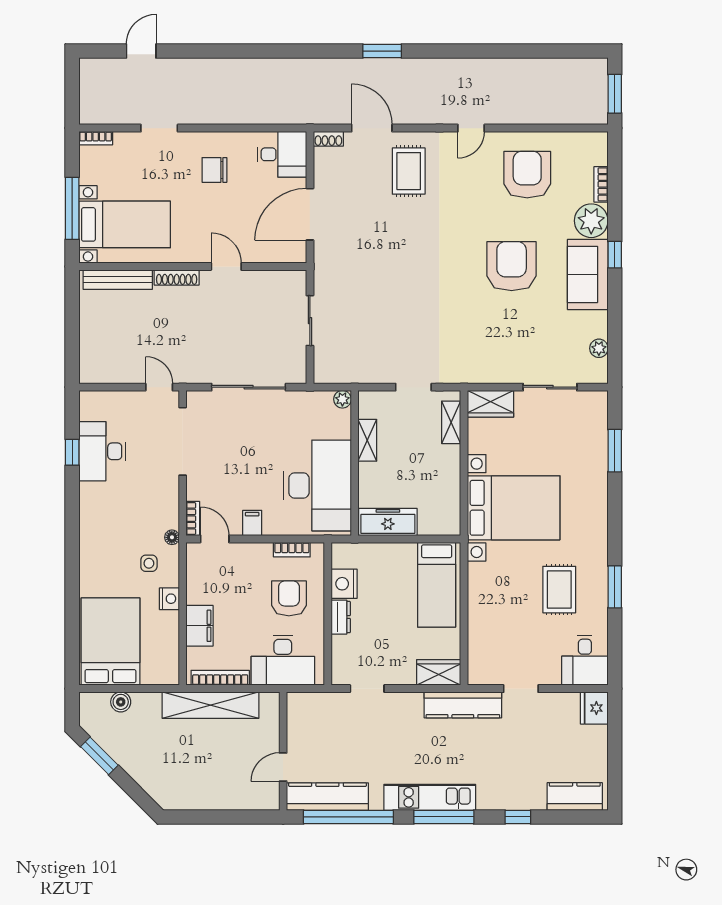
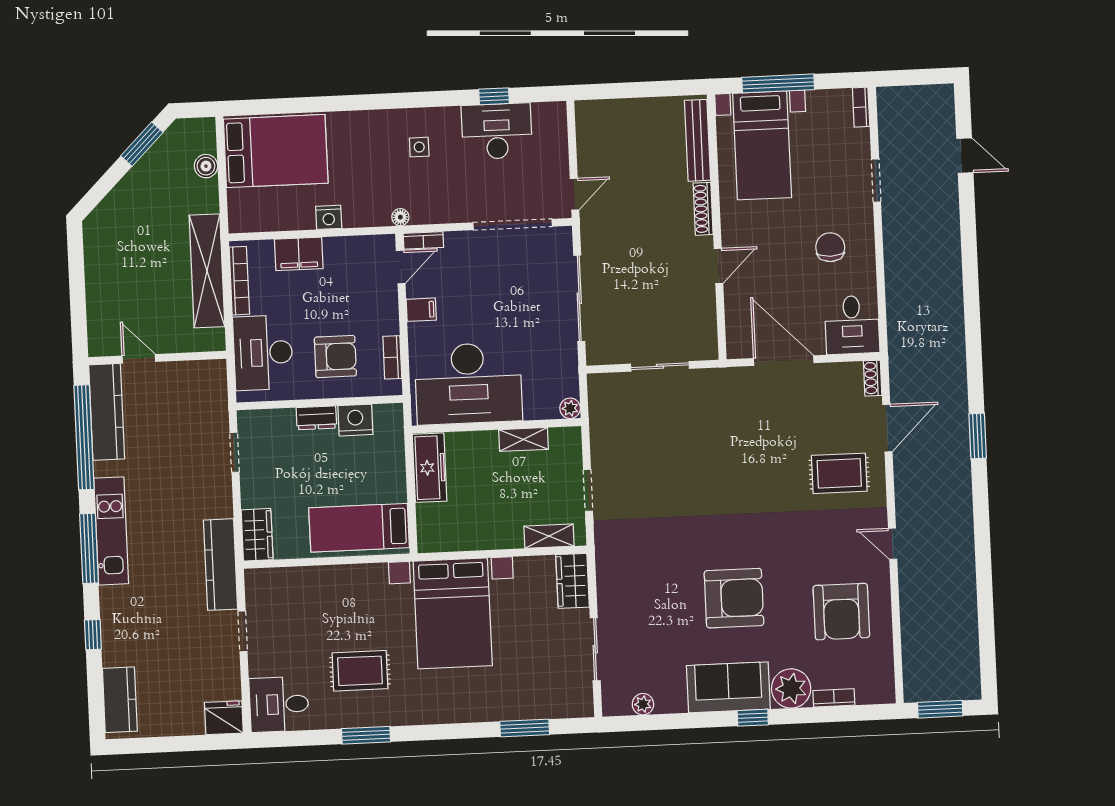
armchair: (527, 175) -> (841, 612), turned 90
side table: (149, 563) -> (419, 147), moved

